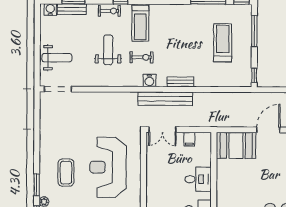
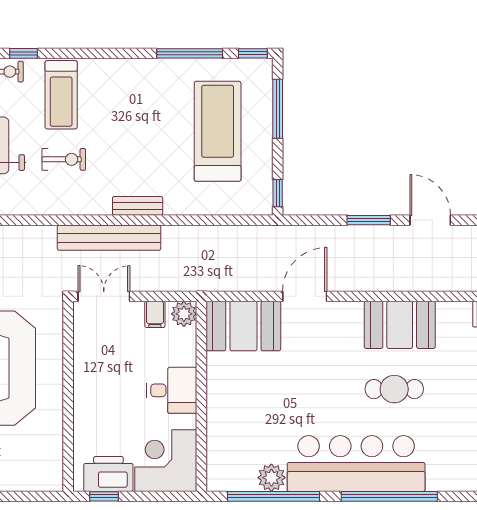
treadmill: (223, 43) -> (218, 131), width x1.37, depth x1.38
water cooler: (149, 80) -> (79, 203), removed
double door: (162, 130) -> (104, 296), swing flipped
plant: (205, 139) -> (184, 314), added

